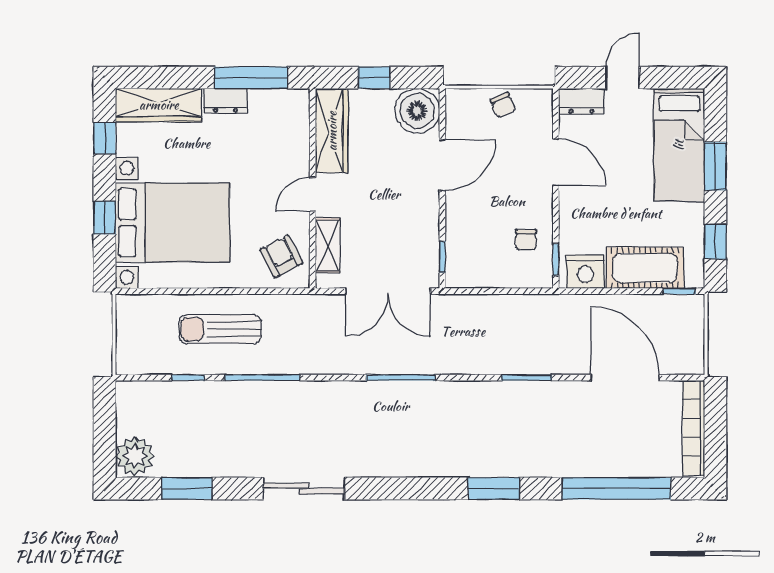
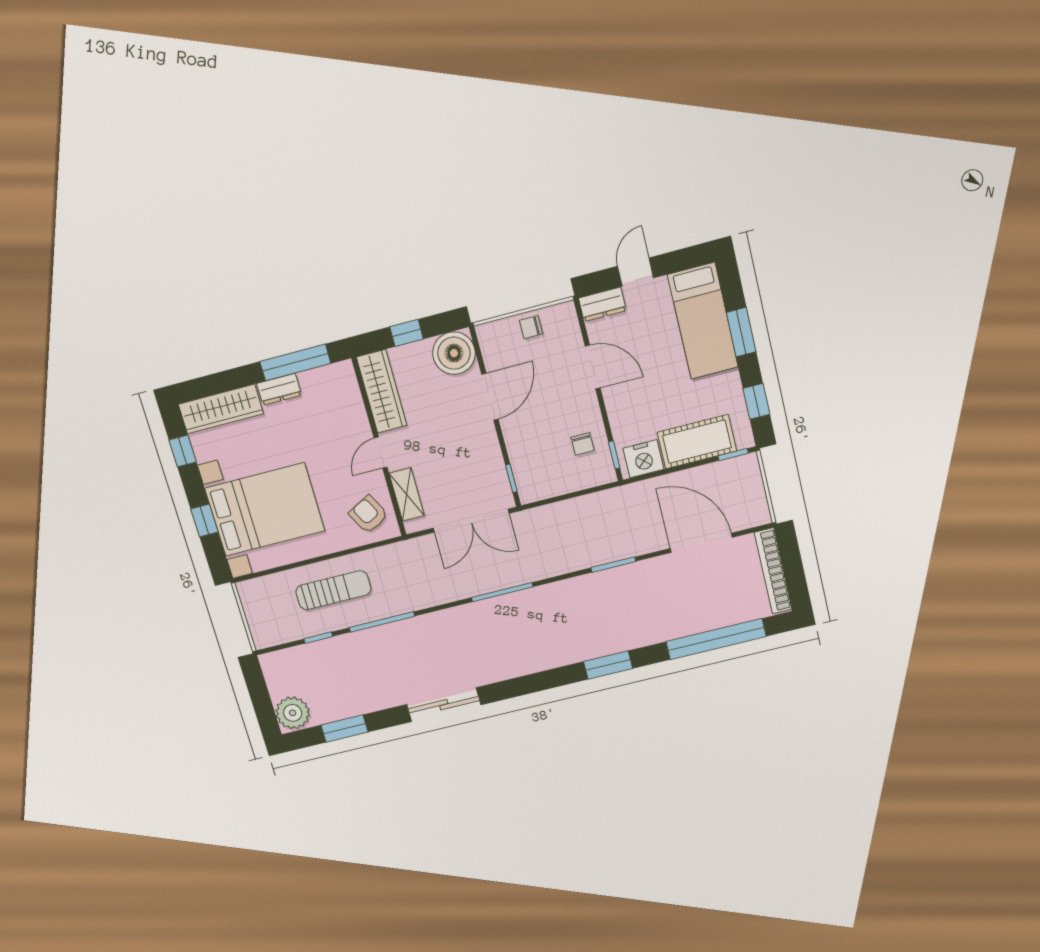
chair: (503, 105) -> (531, 327), turned 114
sun lounger: (220, 329) -> (333, 590), turned 180

